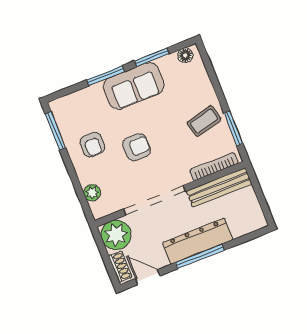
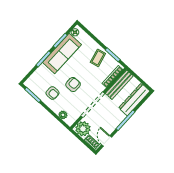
sofa: (134, 86) -> (62, 53), width x1.36
dresser: (198, 241) -> (134, 100), moved
door: (148, 277) -> (107, 141), hinge flipped

